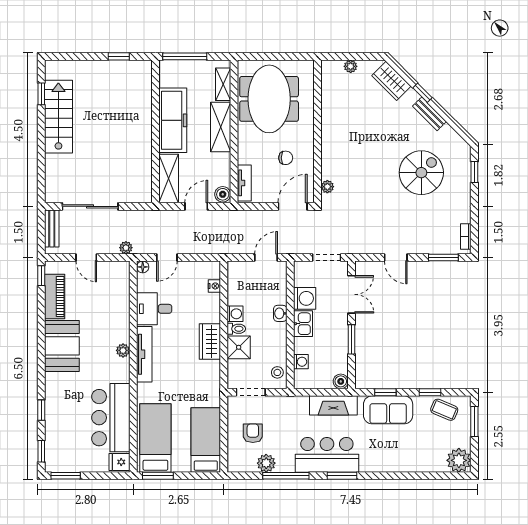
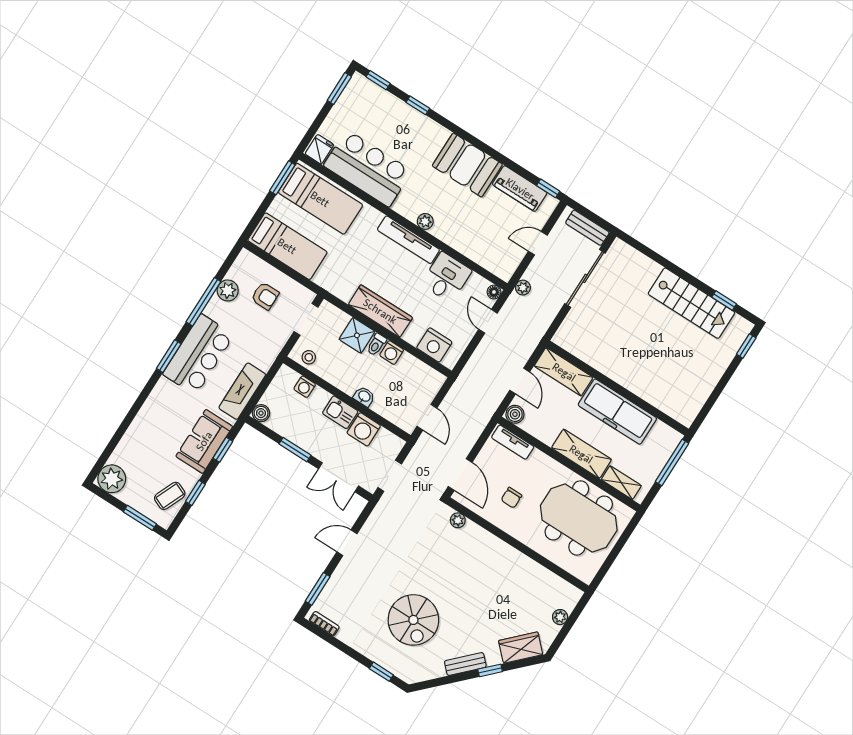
window: (119, 56) -> (746, 346), moved
nightstand: (214, 286) -> (434, 345), width x1.89, depth x1.79
wardrobe: (210, 342) -> (380, 311), width x1.50

